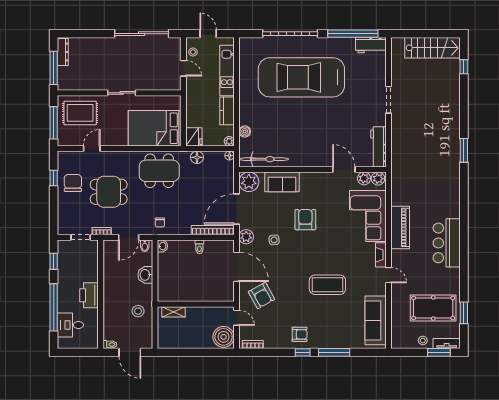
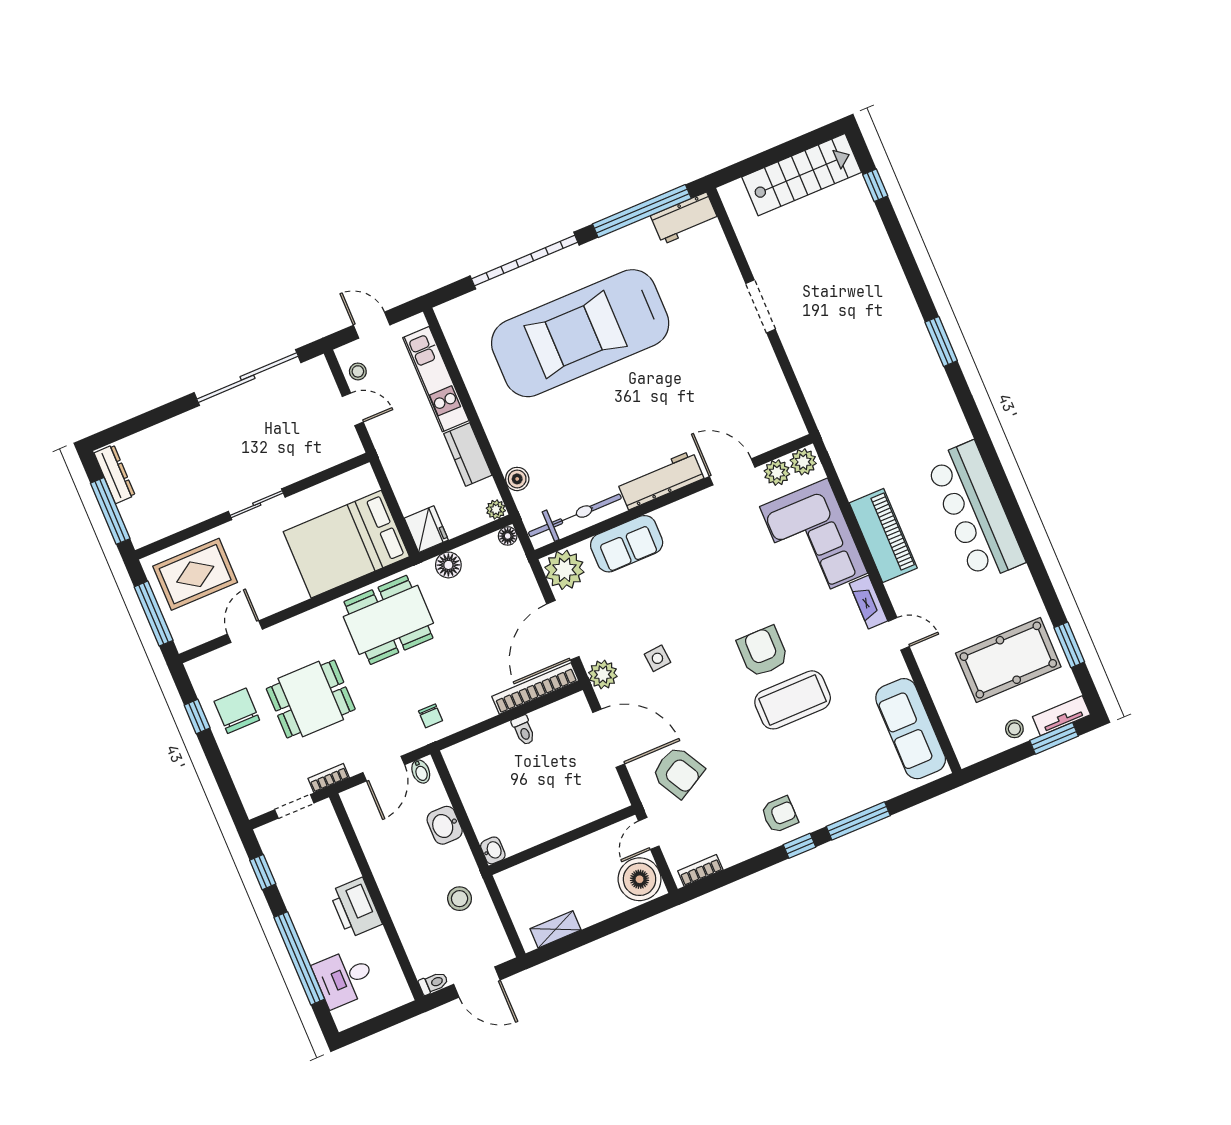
workbench: (378, 147) -> (660, 480), moved, turned 90
armchair: (305, 220) -> (763, 652), moved
bar counter: (447, 243) -> (975, 511), width x1.36
washbasin: (162, 246) -> (493, 850), moved
shelving: (173, 312) -> (556, 929), moved
door: (237, 318) -> (649, 833), swing flipped

